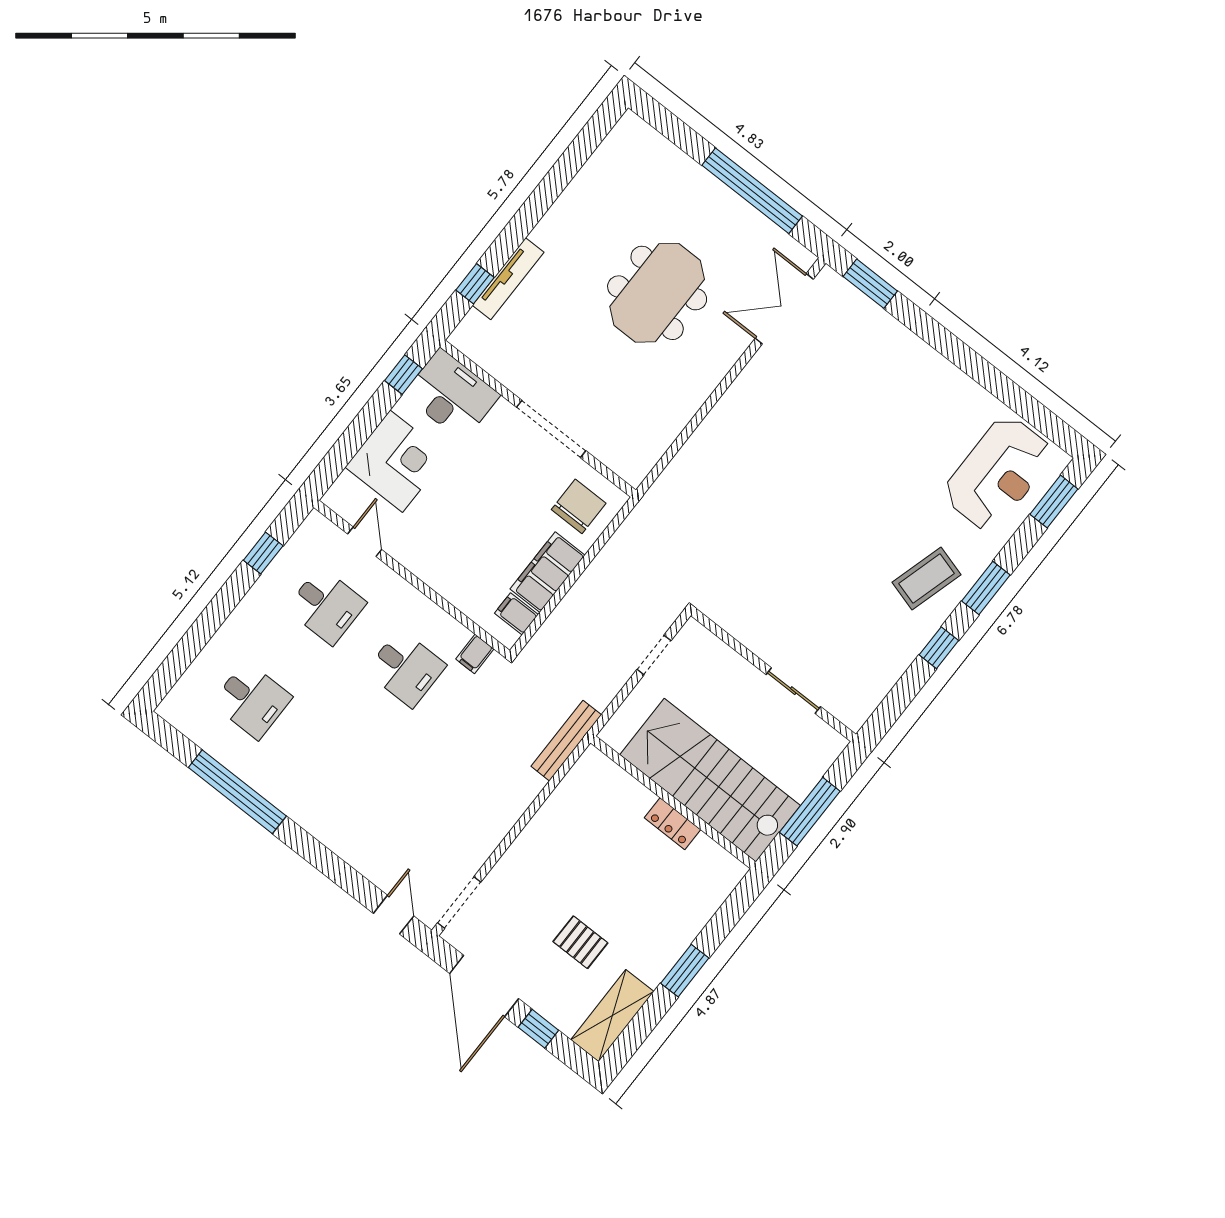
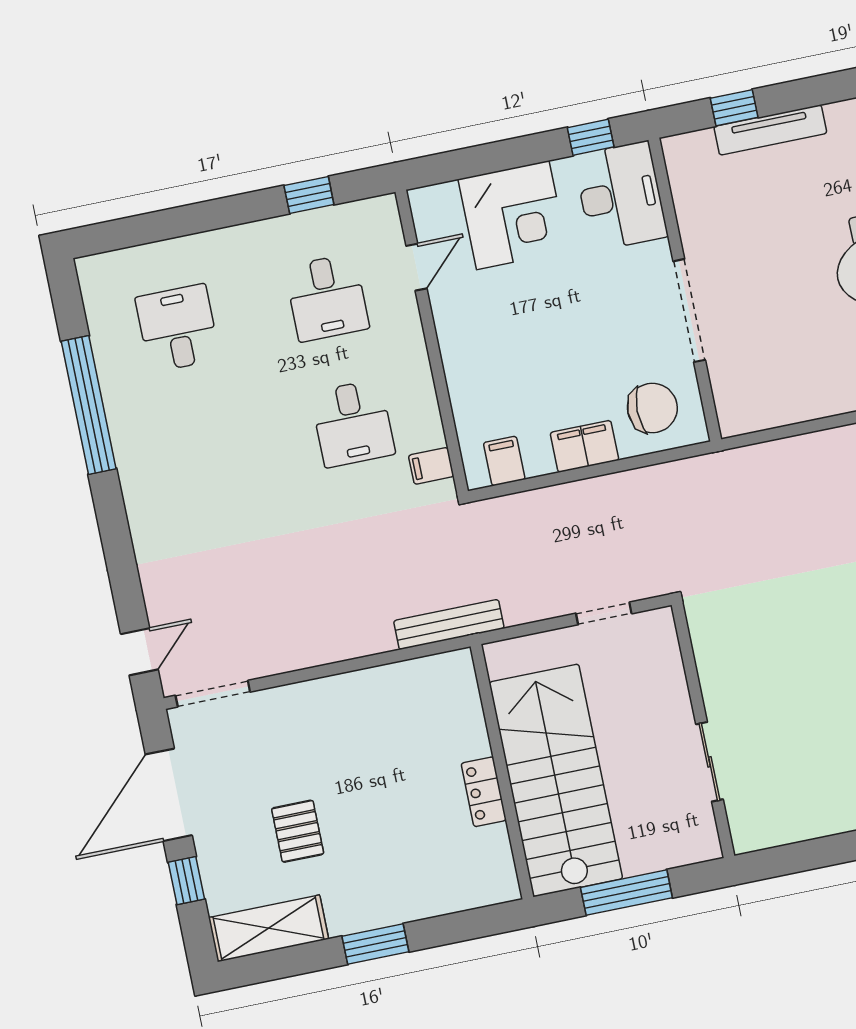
filing cabinet: (548, 572) -> (584, 446), width x0.67, depth x0.86
desk: (252, 700) -> (178, 328), turned 180

